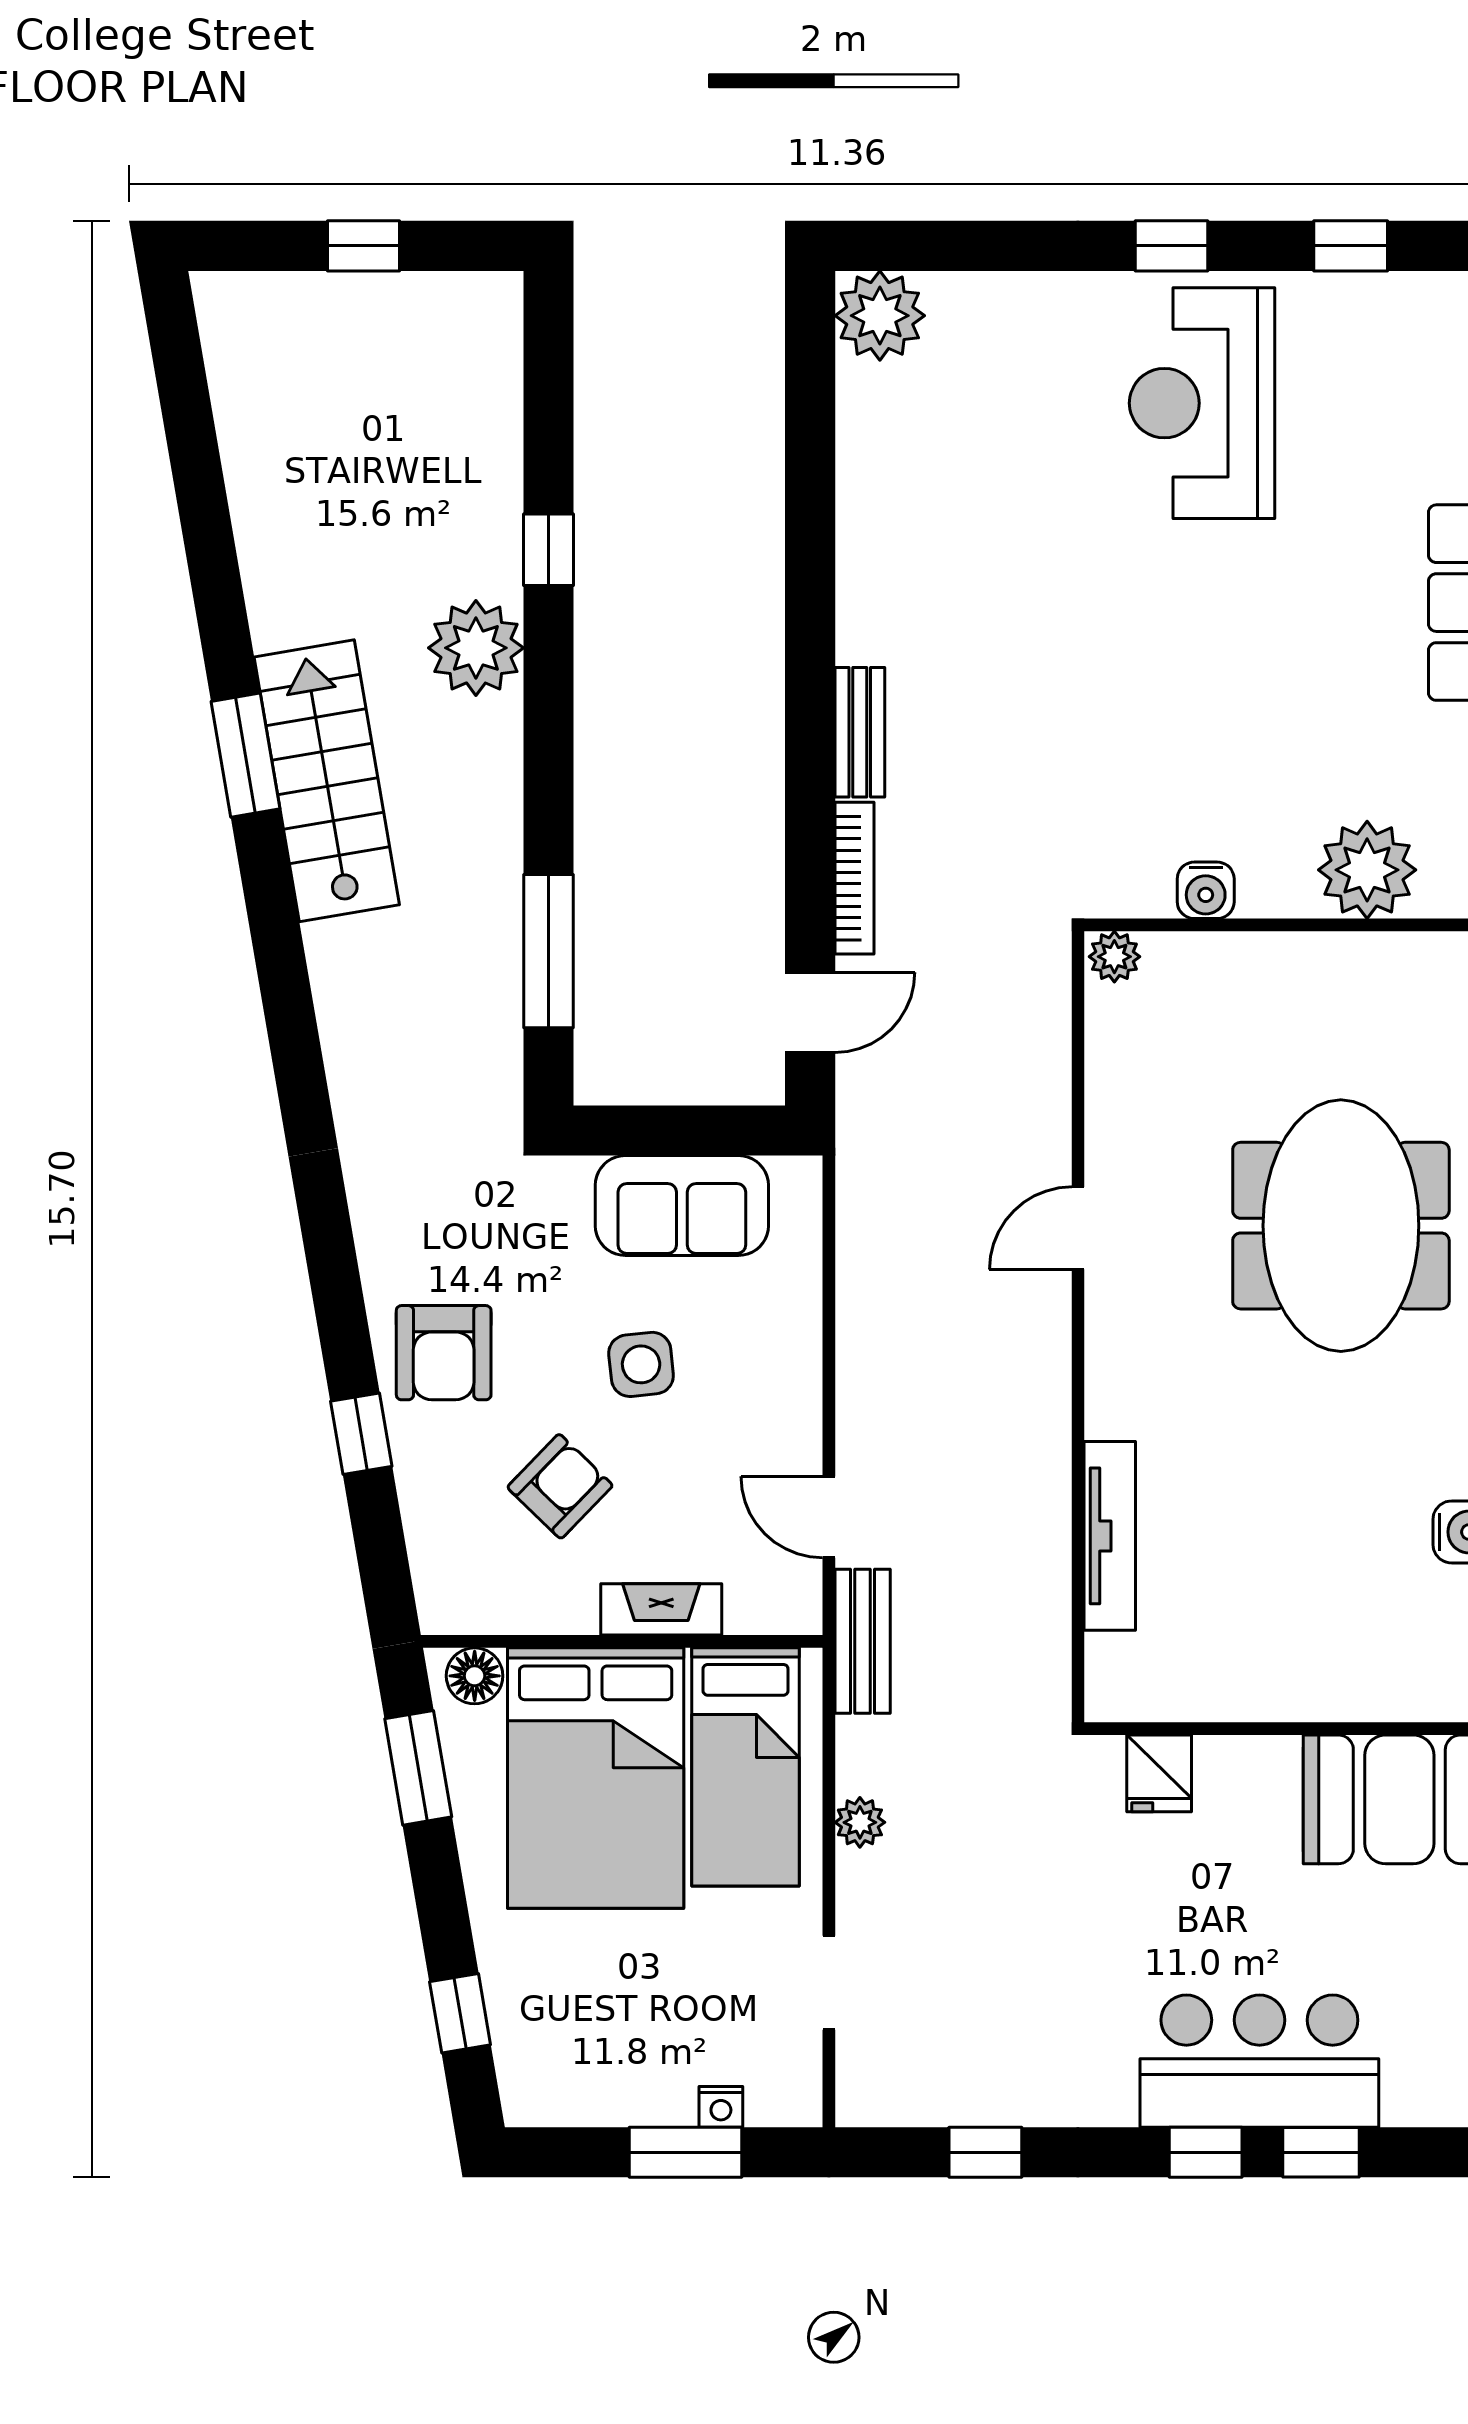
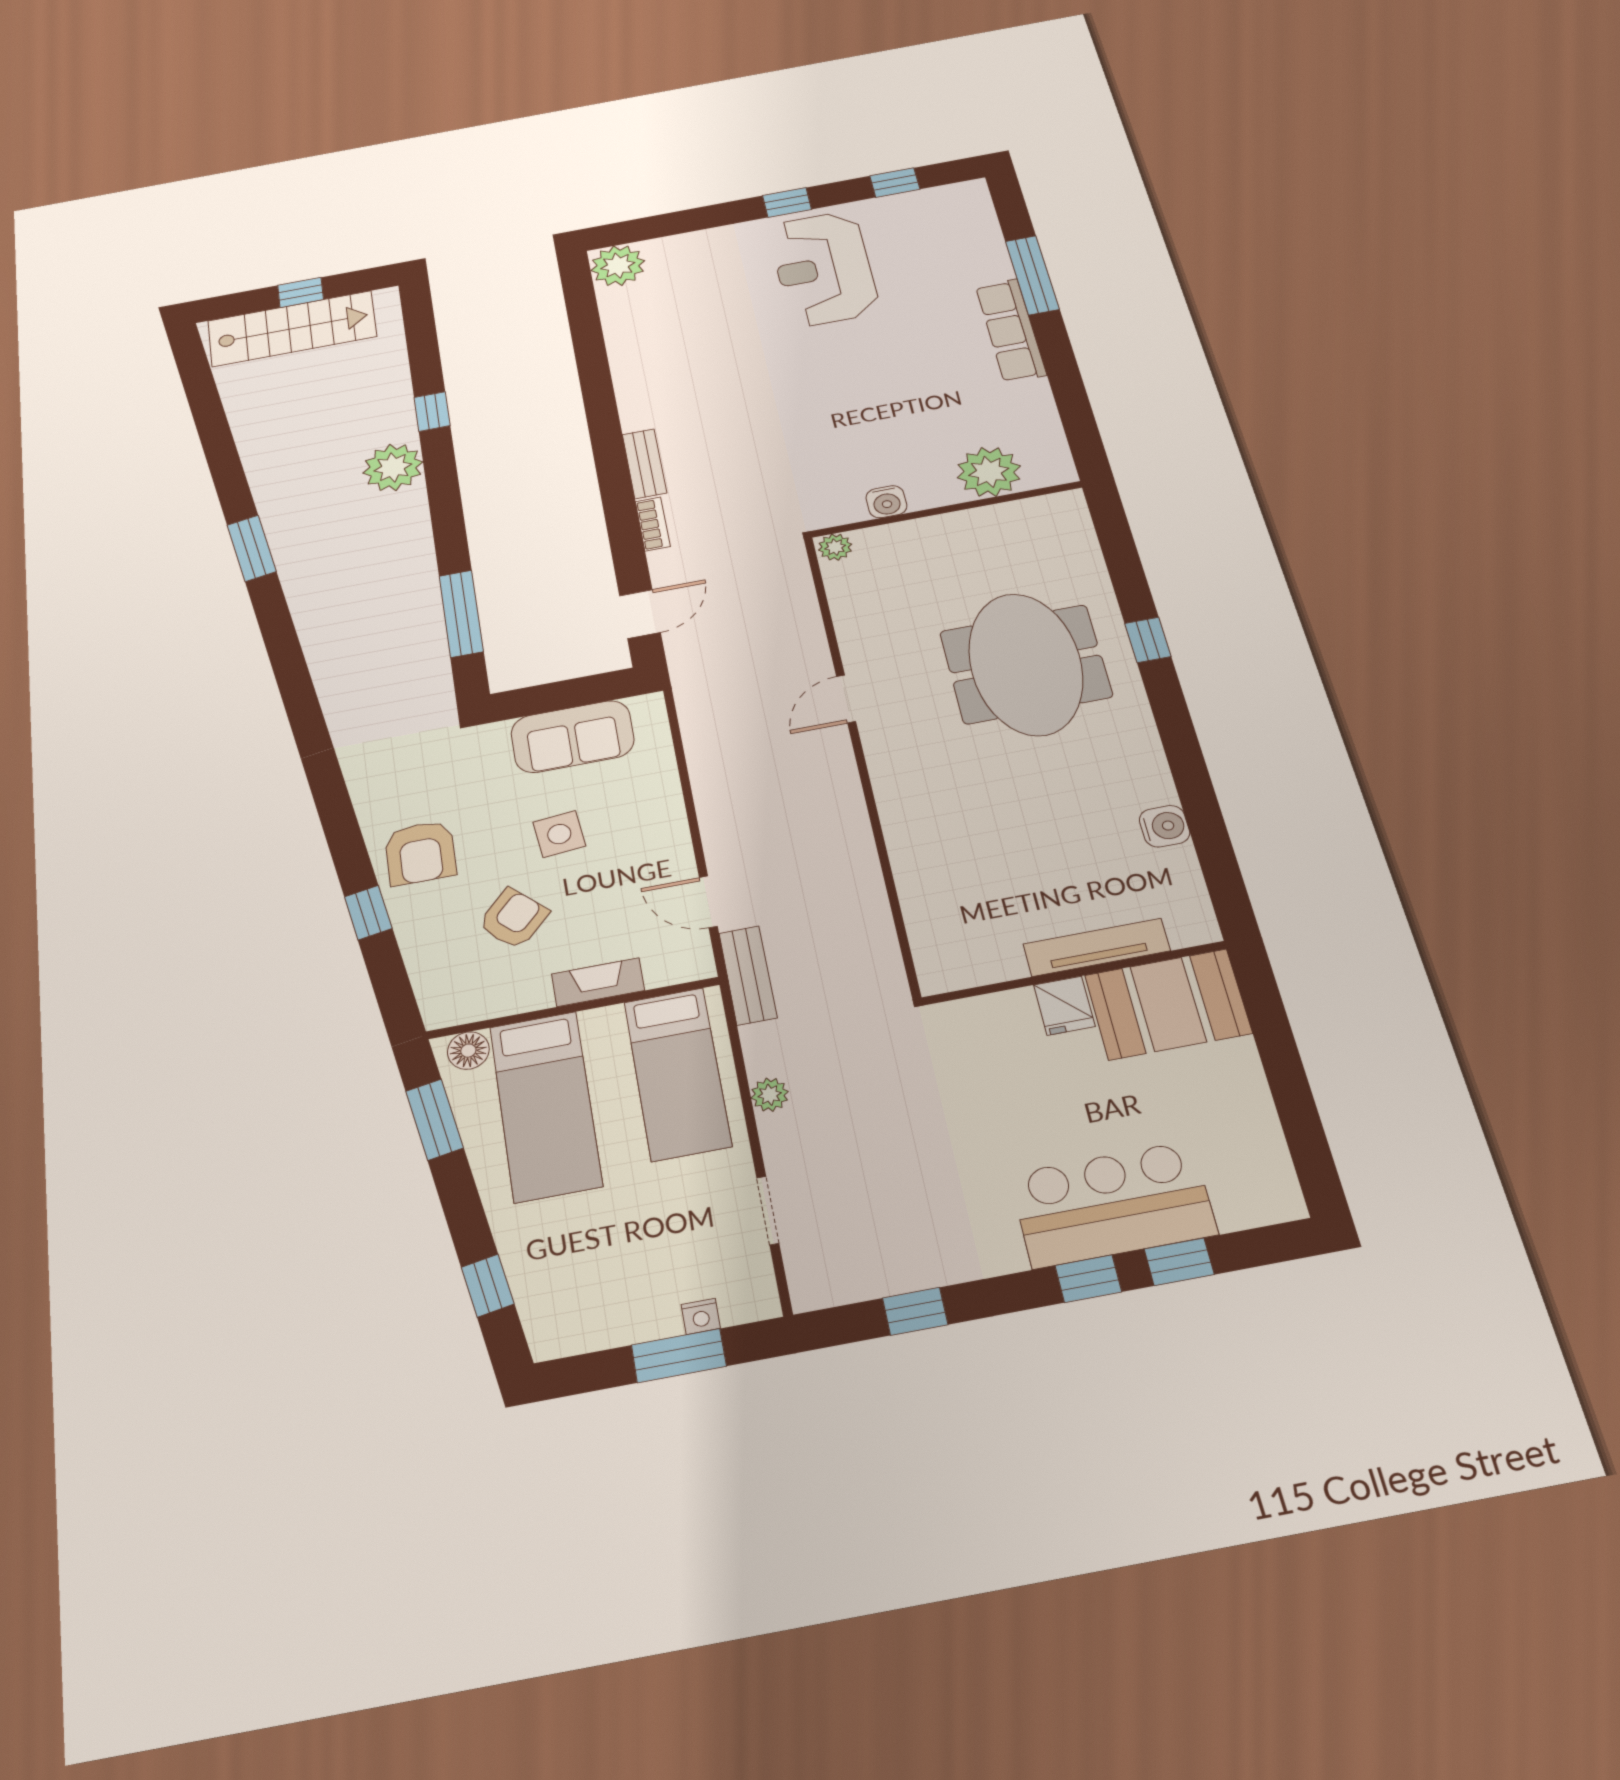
stairs: (327, 781) -> (292, 329), moved, turned 100
bookcase: (854, 878) -> (653, 524), width x0.64
tv unit: (1110, 1536) -> (1097, 947), moved, turned -90
fridge: (1159, 1773) -> (1064, 1006), moved
bed: (596, 1778) -> (545, 1106), width x0.67

